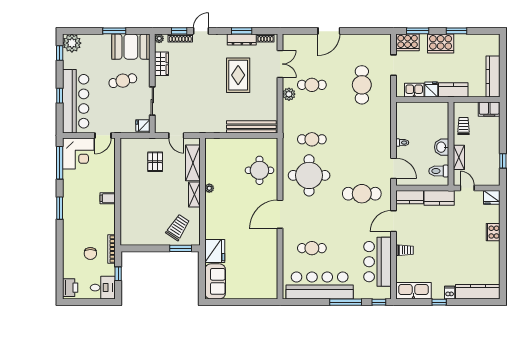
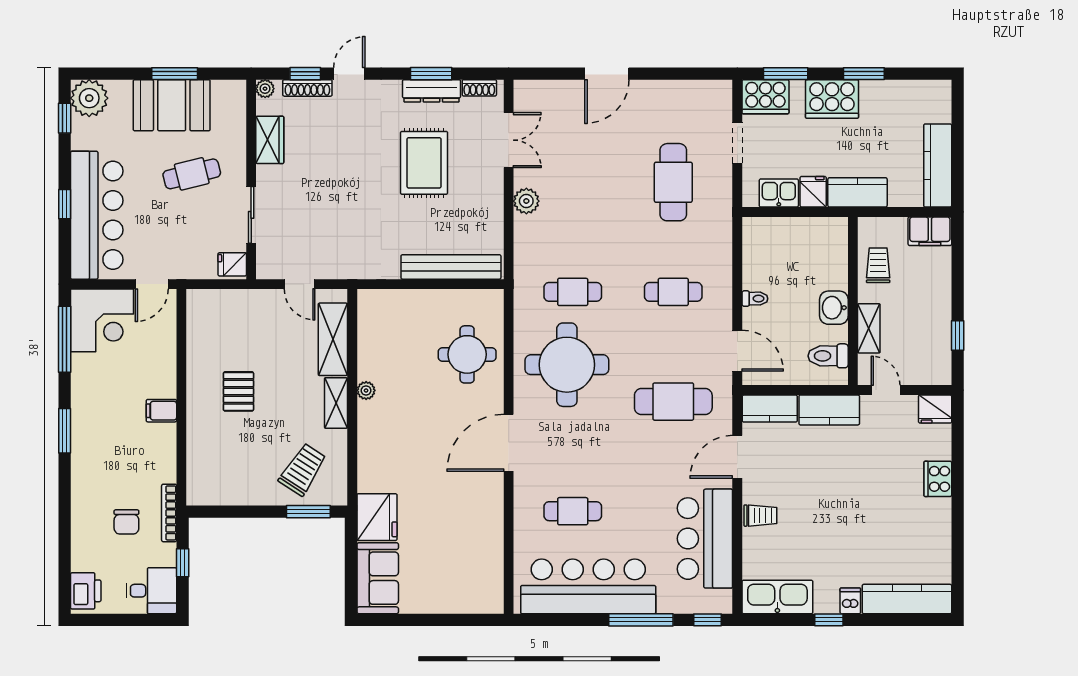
booth: (131, 47) -> (172, 105), moved
cafe table: (312, 85) -> (673, 292), moved
pallet: (155, 162) -> (238, 391), moved

